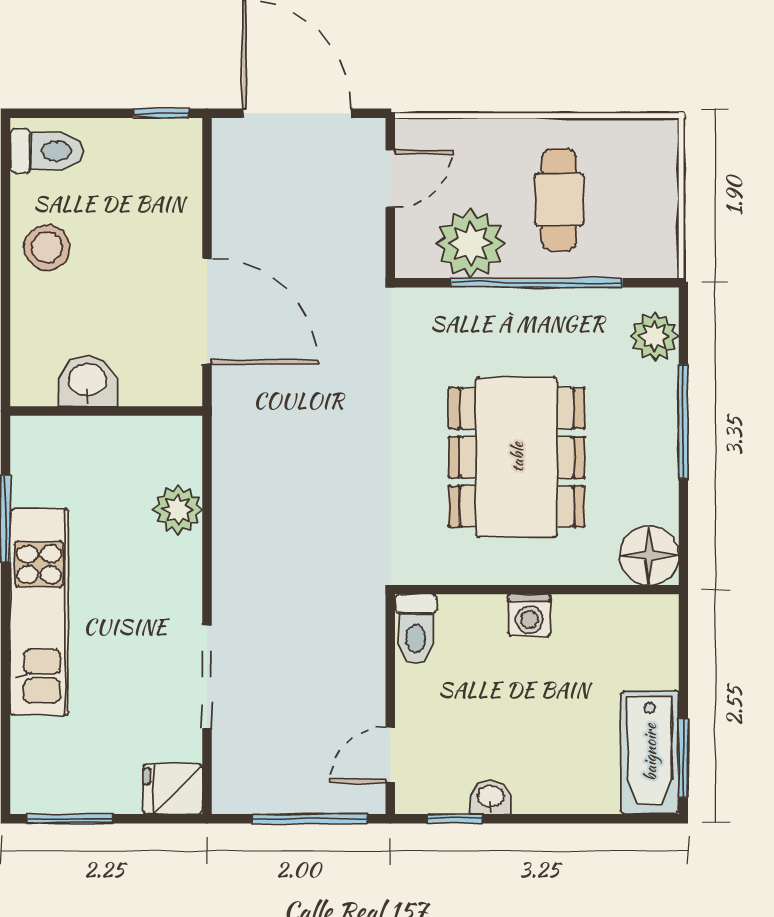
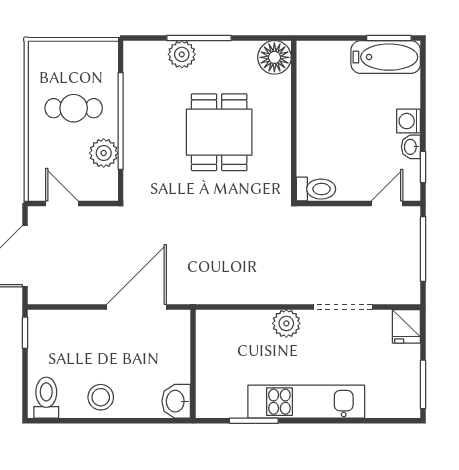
plant: (470, 244) -> (104, 153), width x0.73, depth x0.73
plant: (654, 336) -> (182, 54), moved
washbasin: (88, 381) -> (176, 401), moved
dining table: (517, 457) -> (219, 132), width x0.73
plant: (178, 510) -> (286, 323), moved
washing machine: (529, 615) -> (409, 121), moved, turned 180
door: (390, 755) -> (387, 204), swing flipped

